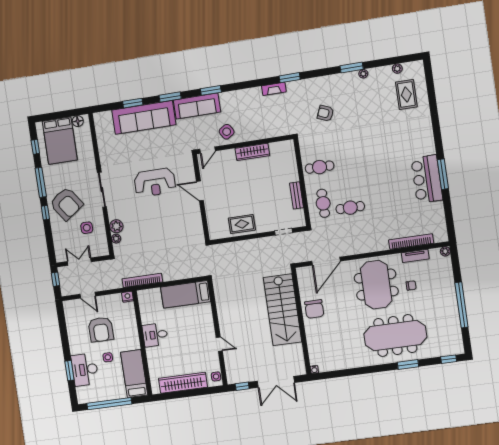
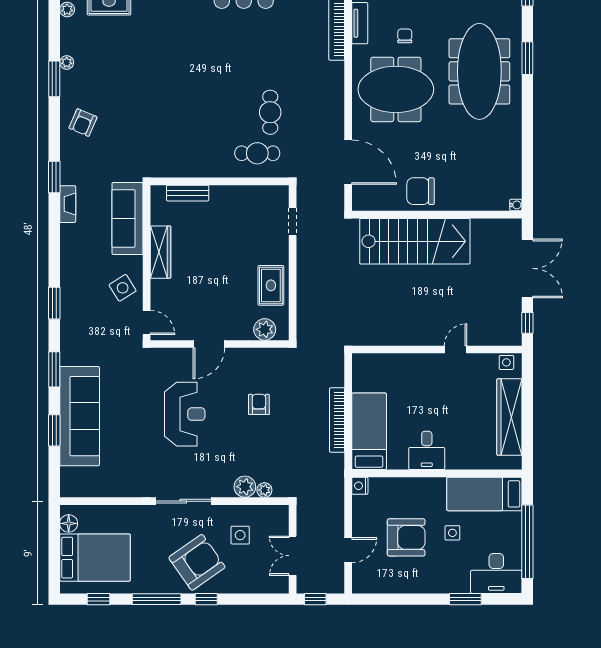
sofa: (197, 106) -> (128, 218), moved, turned 180
armchair: (325, 113) -> (83, 123), moved
cafe table: (320, 167) -> (200, 151), removed
bench: (296, 195) -> (188, 193), moved
plant: (214, 224) -> (265, 329), added
armchair: (168, 227) -> (259, 404), added
bookcase: (142, 280) -> (337, 420), moved
bed: (186, 294) -> (369, 431), moved, turned 180
chair: (314, 309) -> (421, 191), turned 180
desk: (85, 370) -> (496, 573), moved

